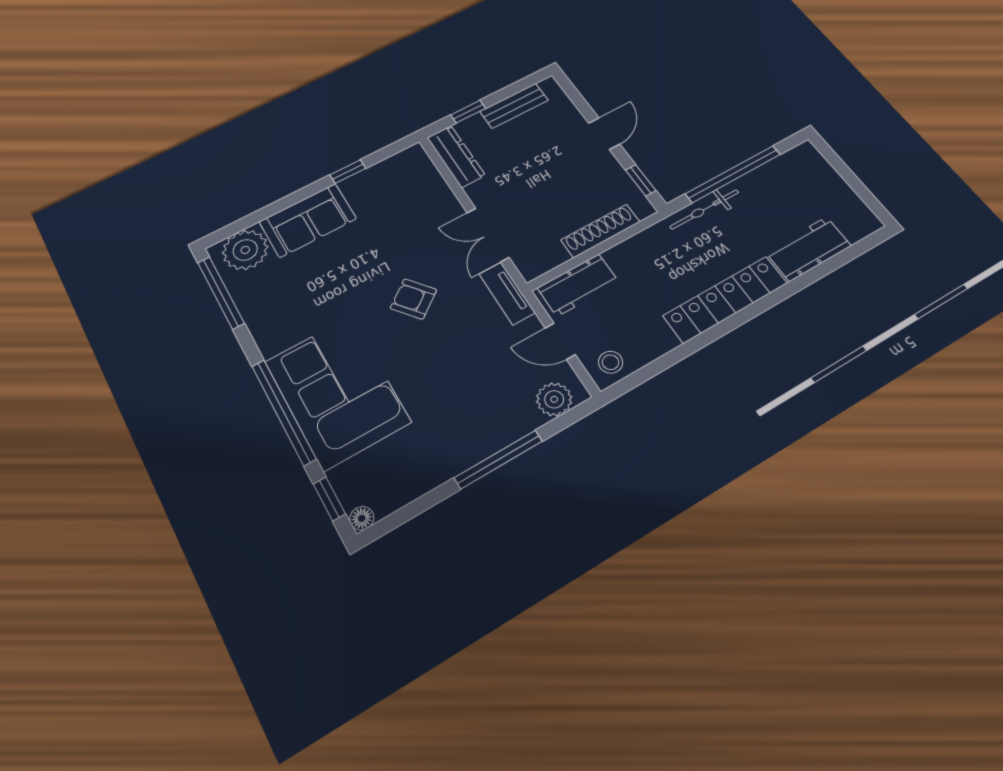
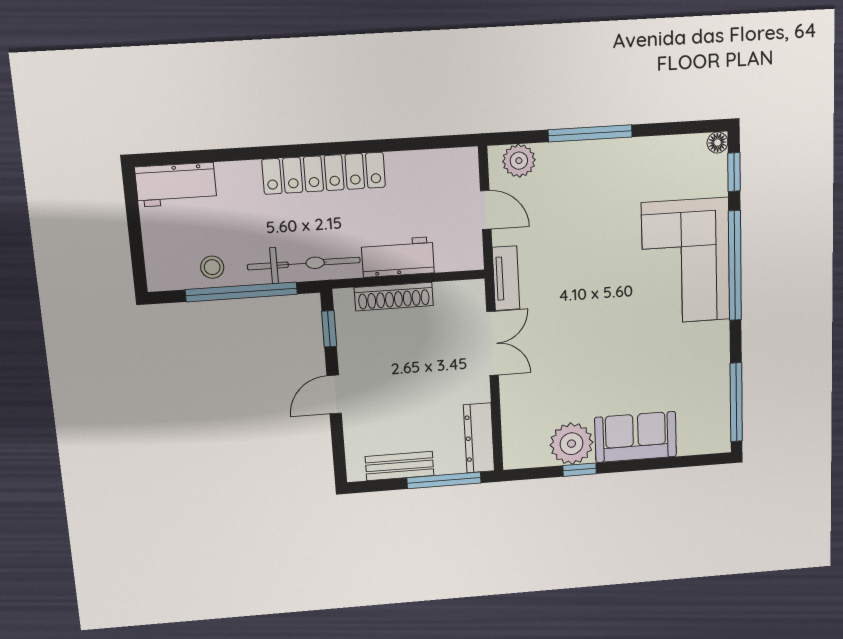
window: (468, 112) -> (444, 480), width x2.17
bicycle: (704, 209) -> (304, 264), width x1.37, depth x1.40
workbench: (808, 249) -> (176, 185), moved
plant: (245, 250) -> (572, 444), moved
workbench: (578, 285) -> (398, 257), moved
armchair: (413, 299) -> (585, 314), removed
stool: (611, 362) -> (212, 267), moved

